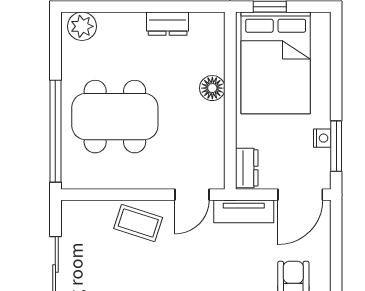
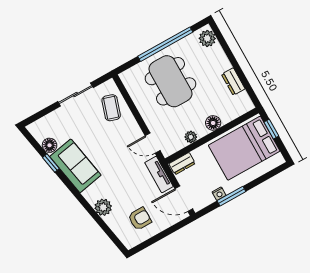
window: (55, 131) -> (165, 44), moved
plant: (215, 133) -> (191, 137), added
window: (336, 146) -> (231, 196), moved
coffee table: (138, 223) -> (111, 108), moved

